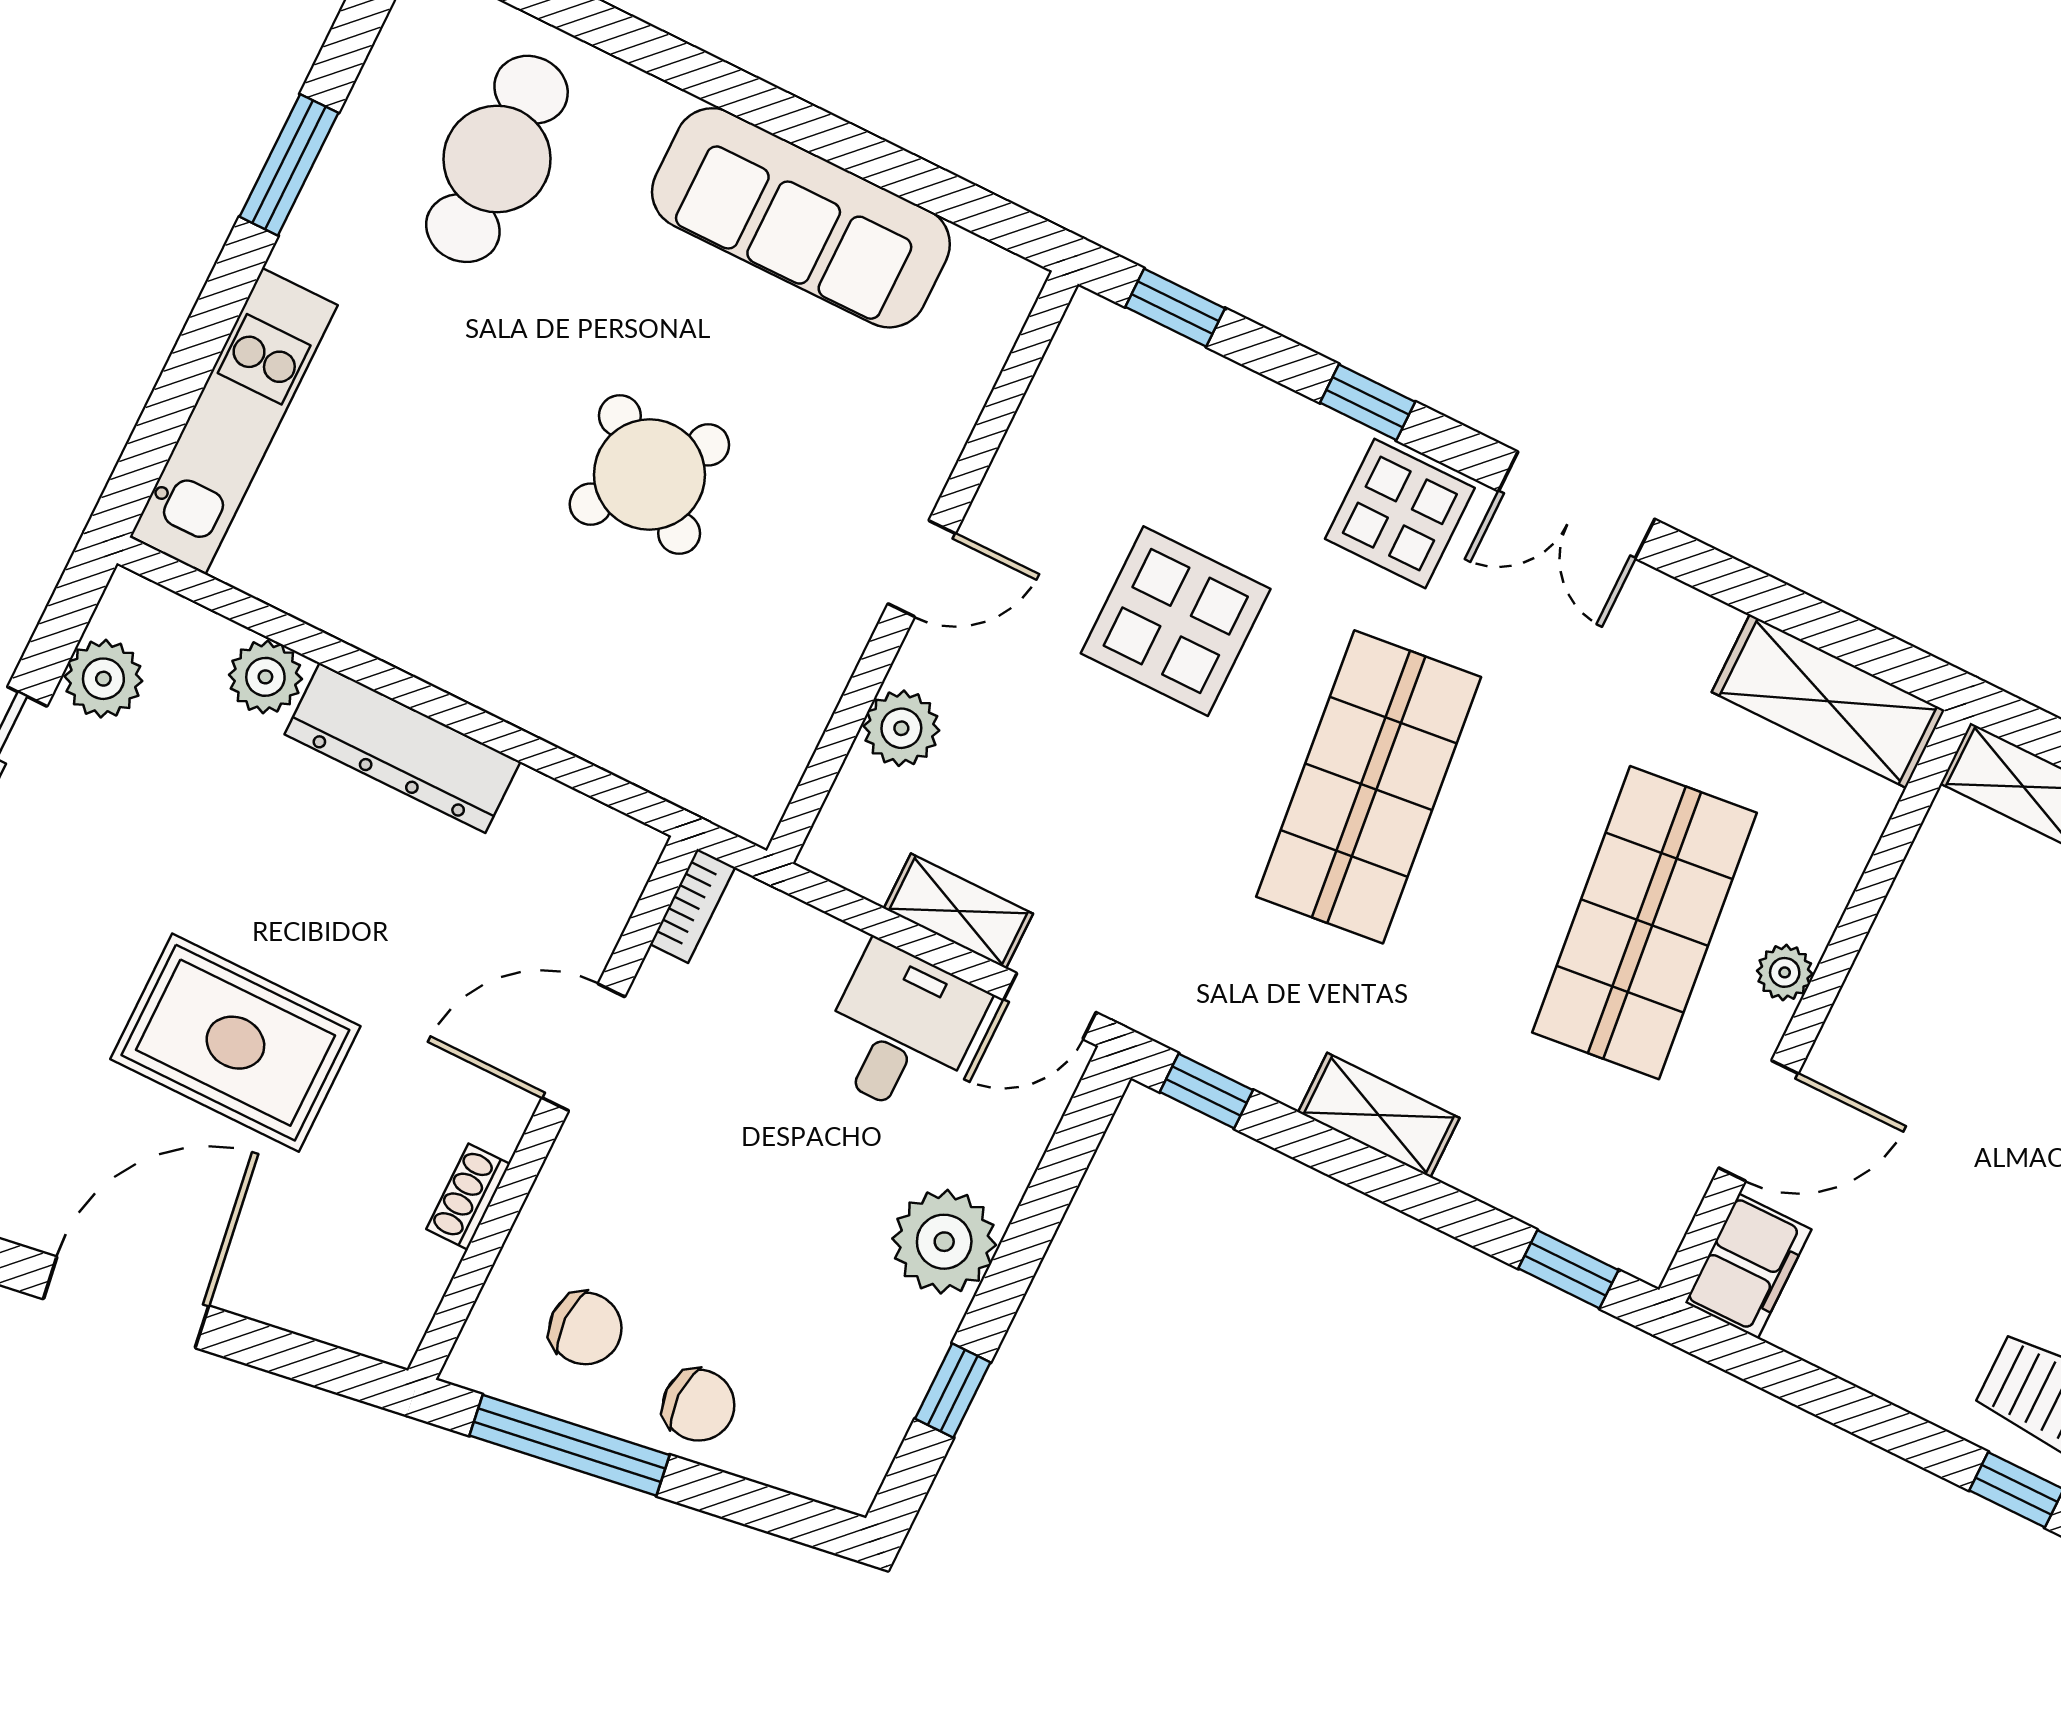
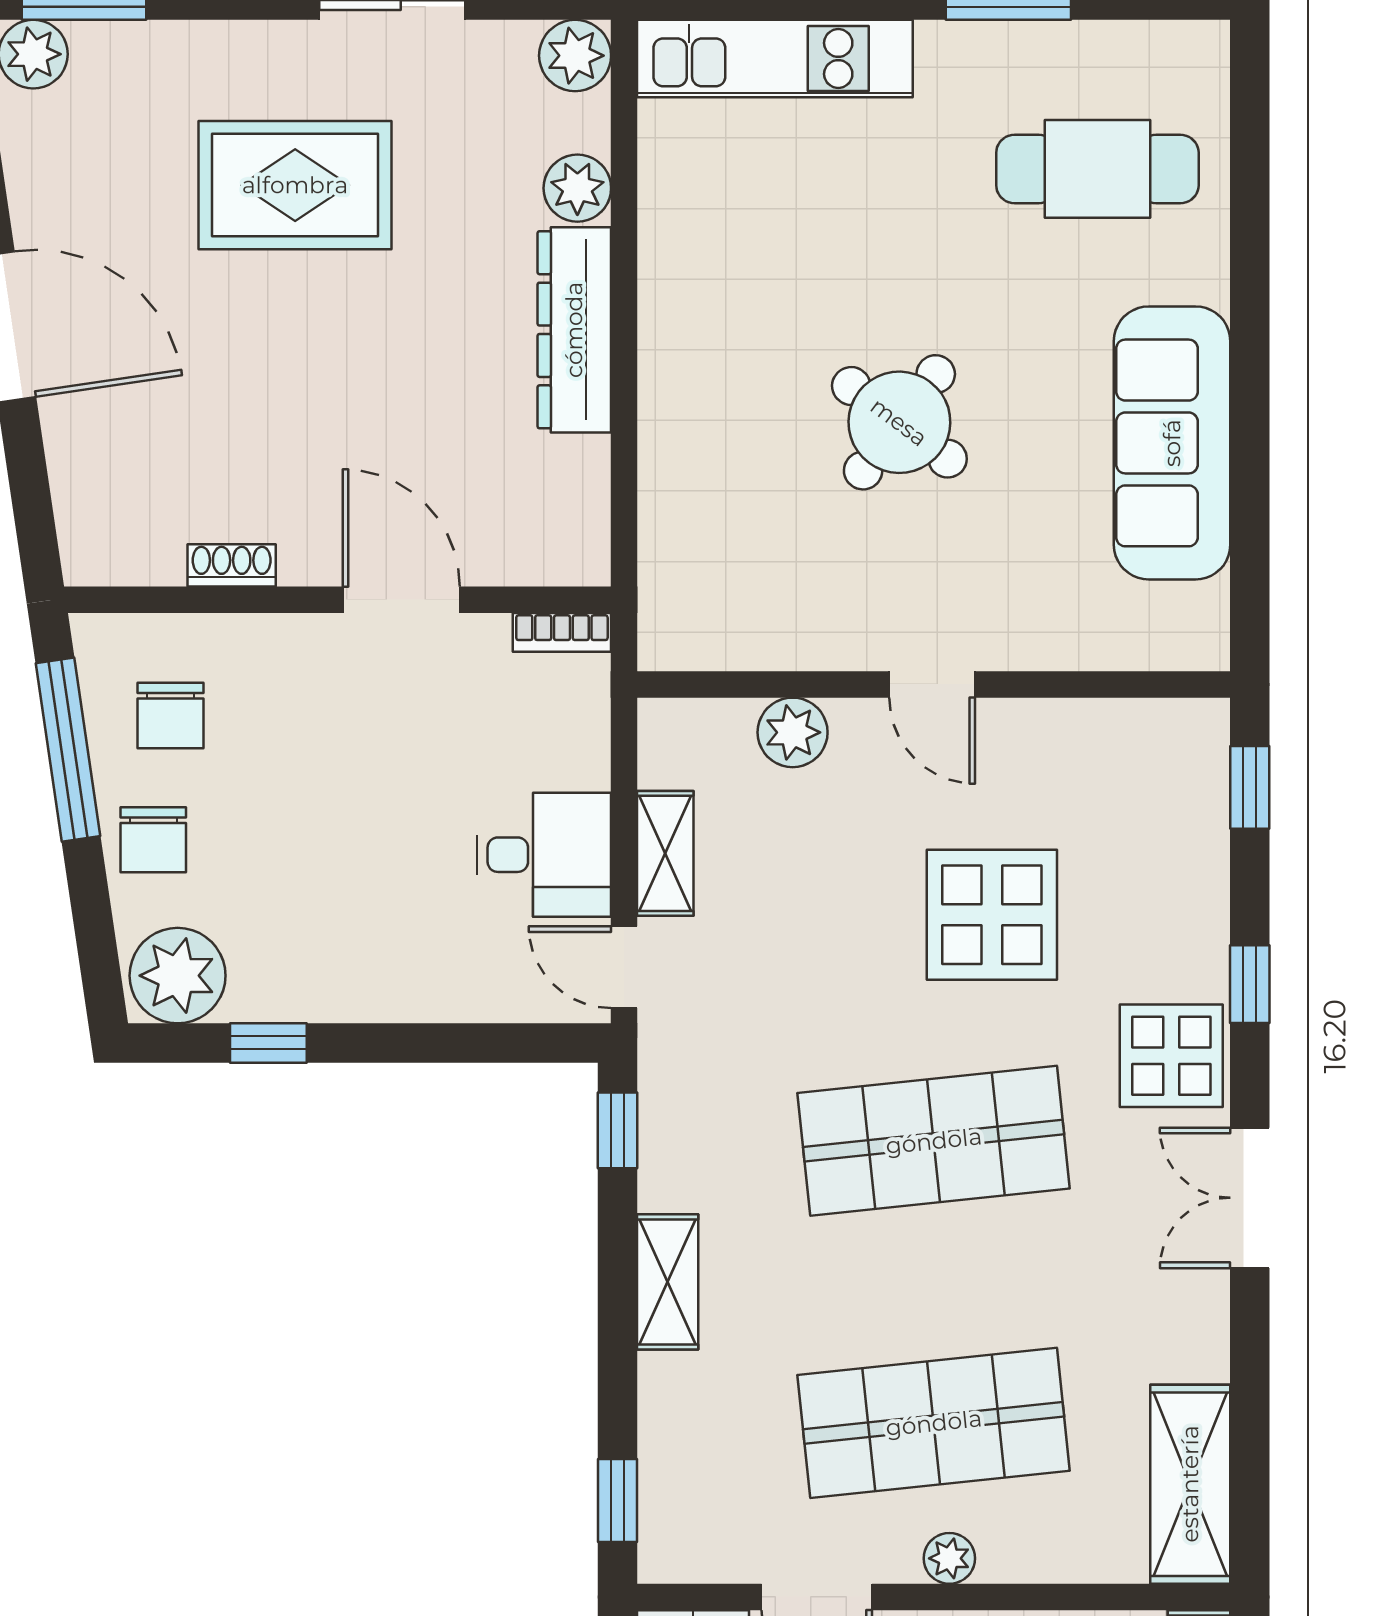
plant: (103, 679) -> (575, 56), moved
rug: (235, 1043) -> (295, 185), moved, turned 90
plant: (944, 1242) -> (178, 976), moved

